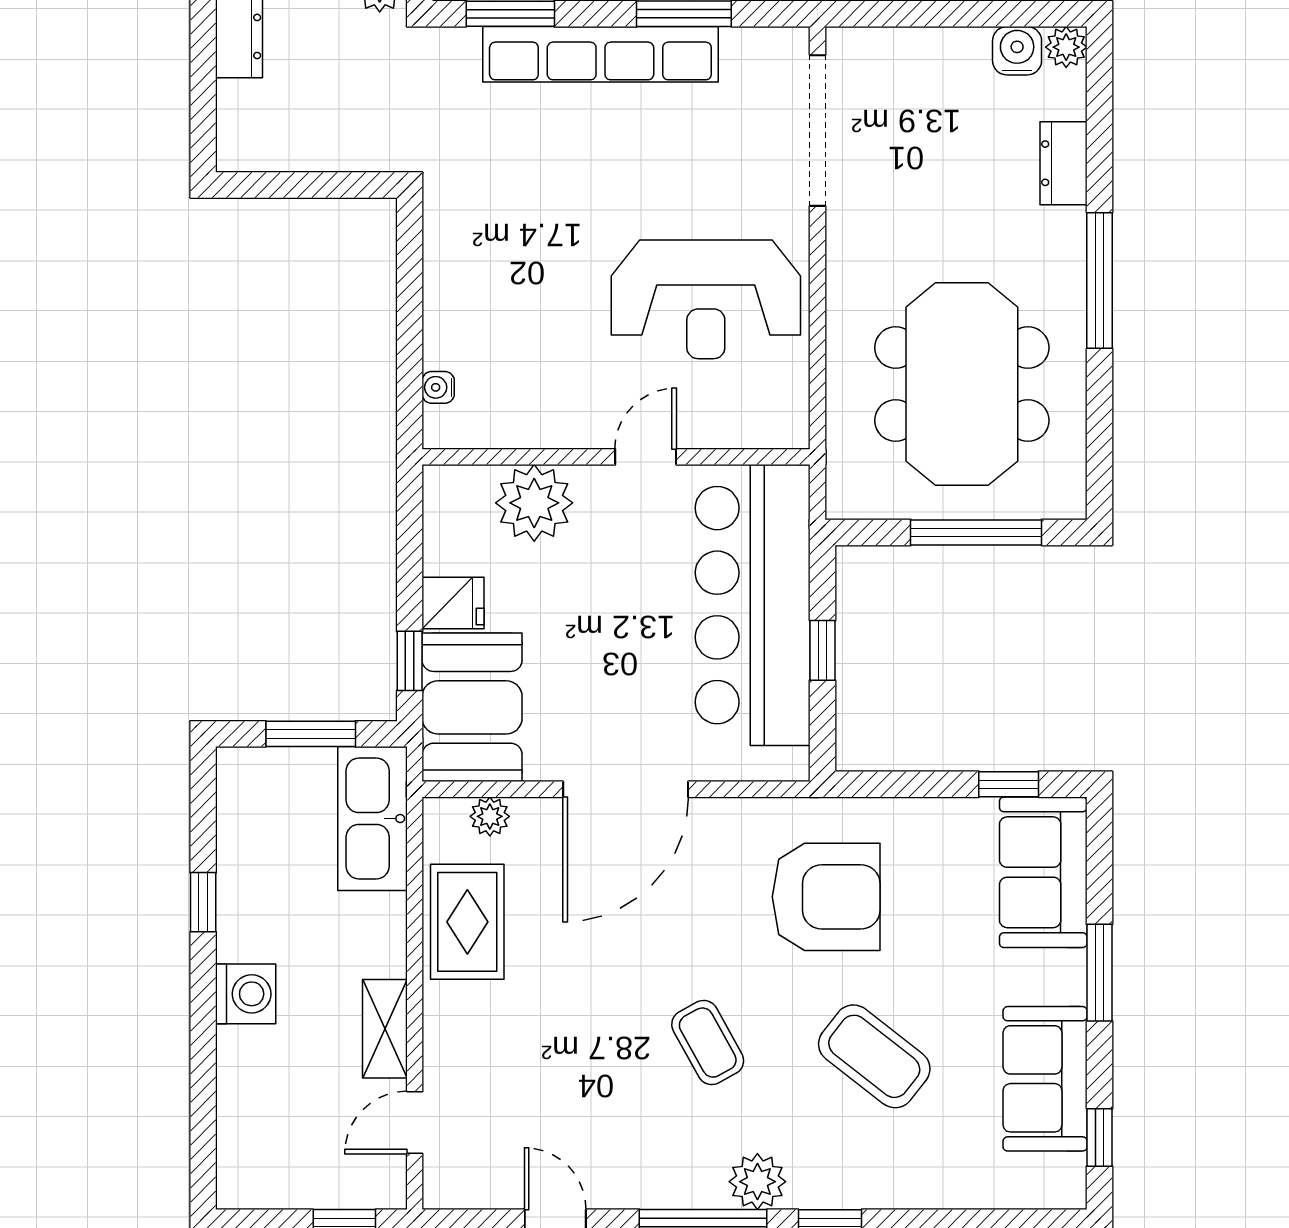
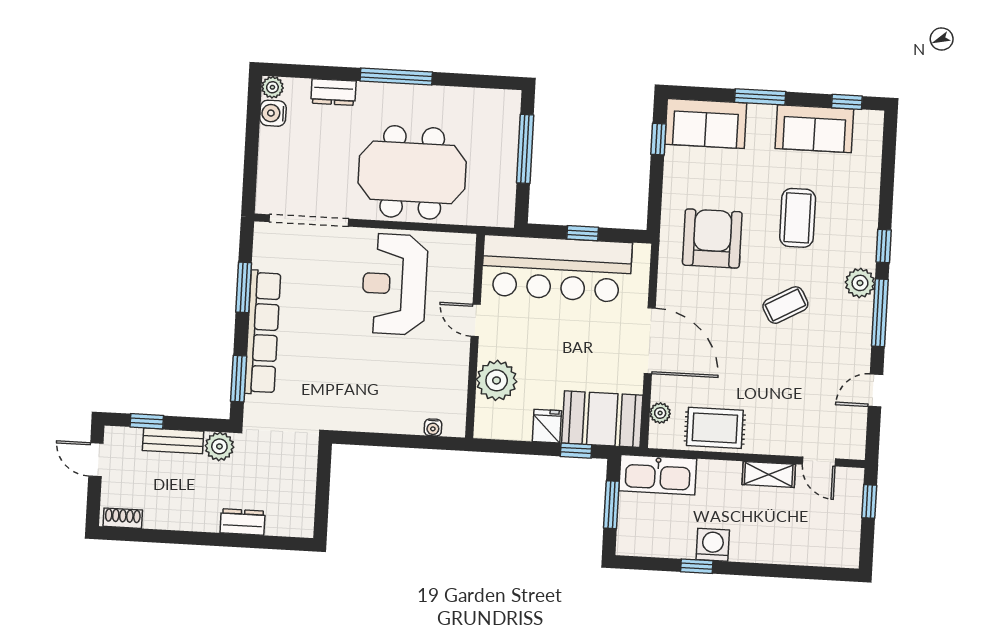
reception desk: (706, 299) -> (395, 284), turned 180
meeting table: (962, 384) -> (412, 172), moved
washing machine: (246, 994) -> (713, 545), moved
coffee table: (874, 1056) -> (798, 218), turned -38

